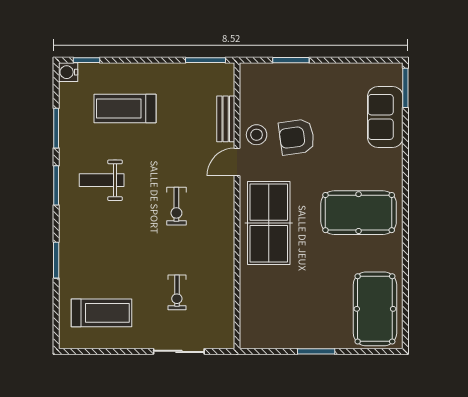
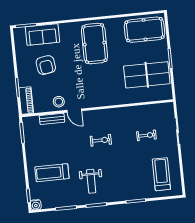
piano: (265, 74) -> (26, 101), added
treadmill: (125, 108) -> (52, 173), turned 90
armchair: (297, 137) -> (46, 65), moved
table tennis table: (269, 223) -> (147, 75), moved

